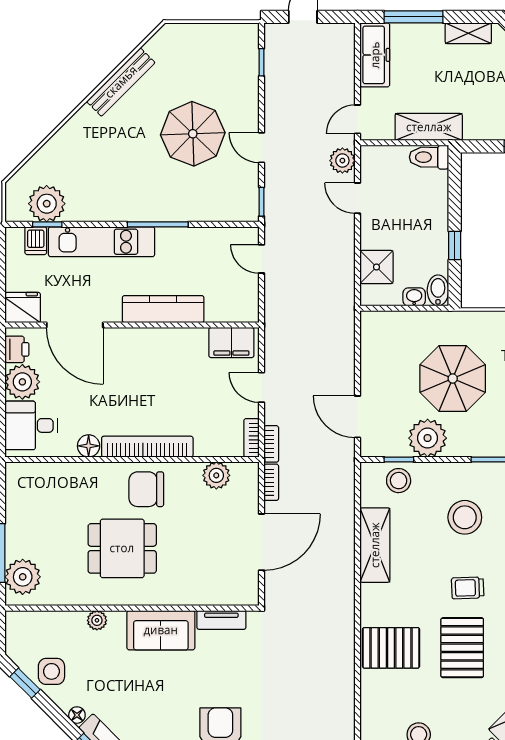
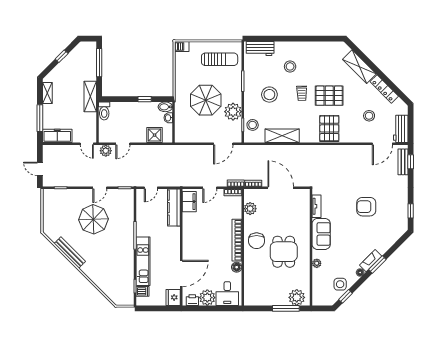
shelving: (429, 127) -> (90, 96), moved
plant: (47, 204) -> (125, 286), removed
kitchen counter: (163, 309) -> (174, 208), moved

